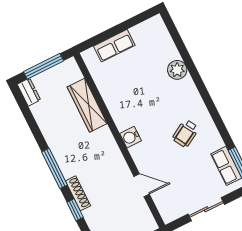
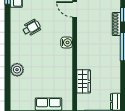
wardrobe: (87, 105) -> (84, 81), width x0.67

